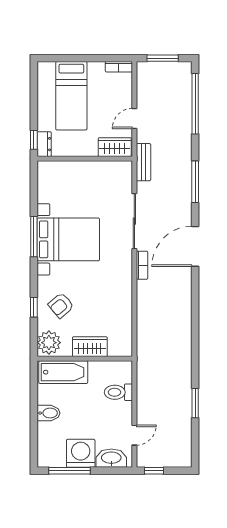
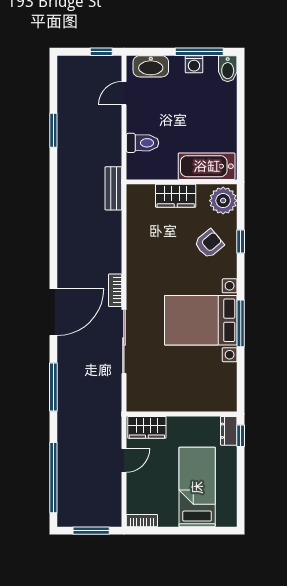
bench: (143, 162) -> (113, 188), moved
bidet: (49, 413) -> (228, 69), moved, turned -90
washing machine: (81, 453) -> (194, 64), width x0.53, depth x0.53

